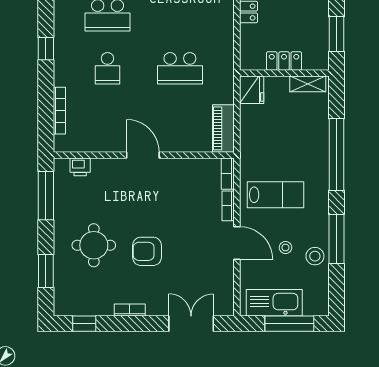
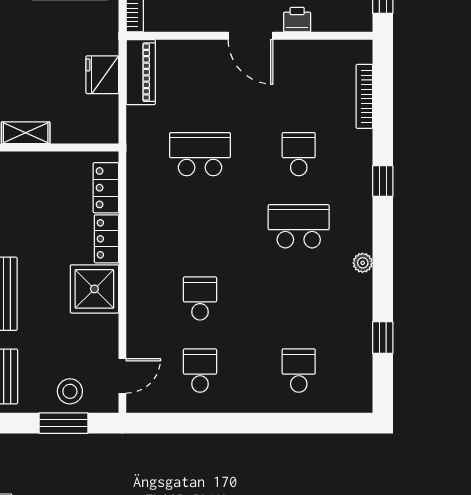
locker: (284, 61) -> (106, 188), moved, turned 90
fridge: (252, 90) -> (102, 75), moved
printer: (80, 167) -> (297, 20), moved

